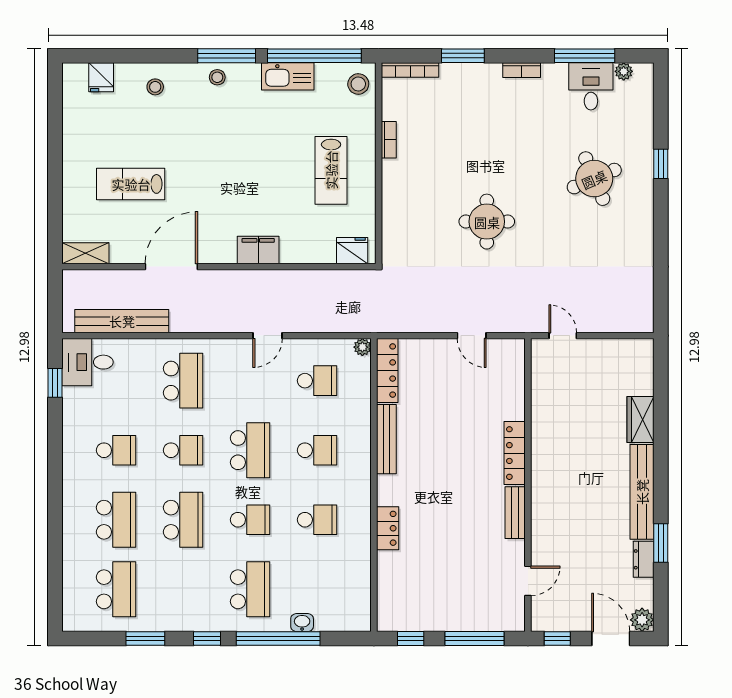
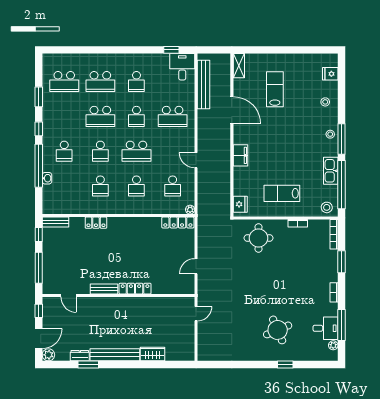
round table: (487, 222) -> (259, 238), moved
bench: (386, 439) -> (55, 222), moved, width x0.73
school desk: (250, 589) -> (64, 151), width x0.54

